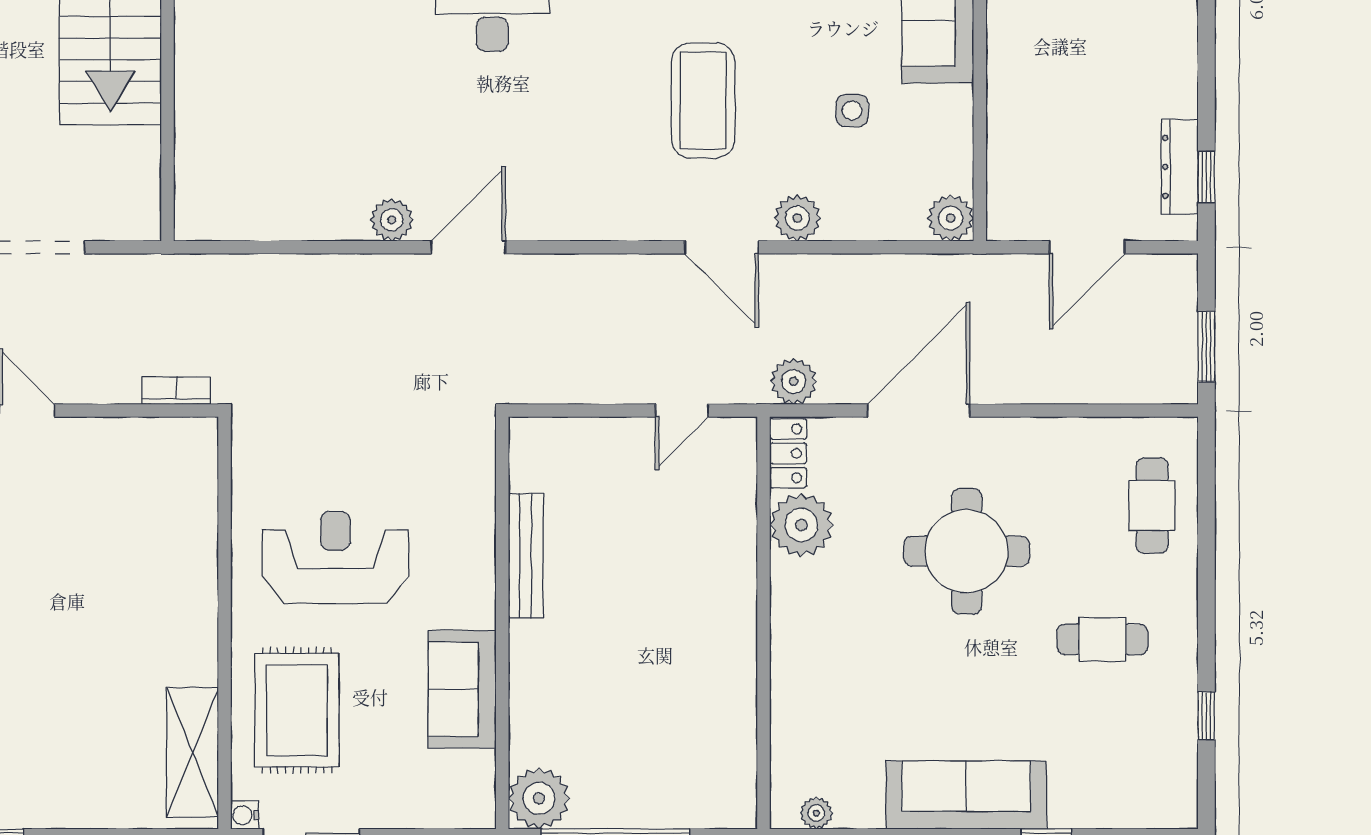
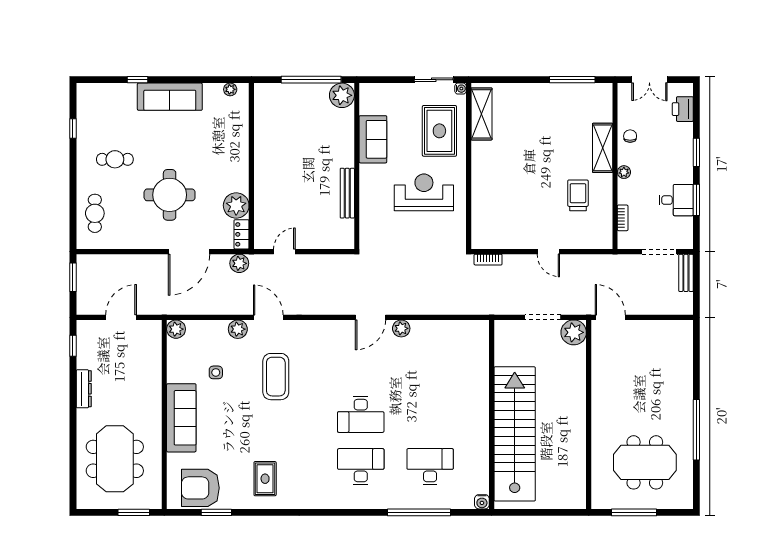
dresser: (1180, 167) -> (84, 389), moved
reception desk: (335, 558) -> (424, 192), turned 180

